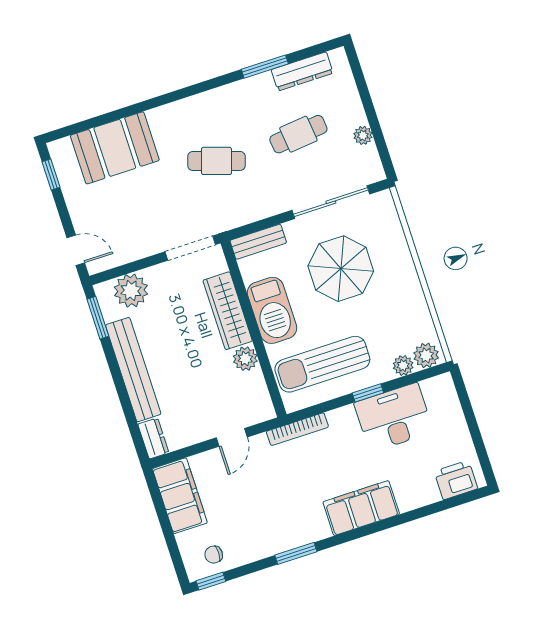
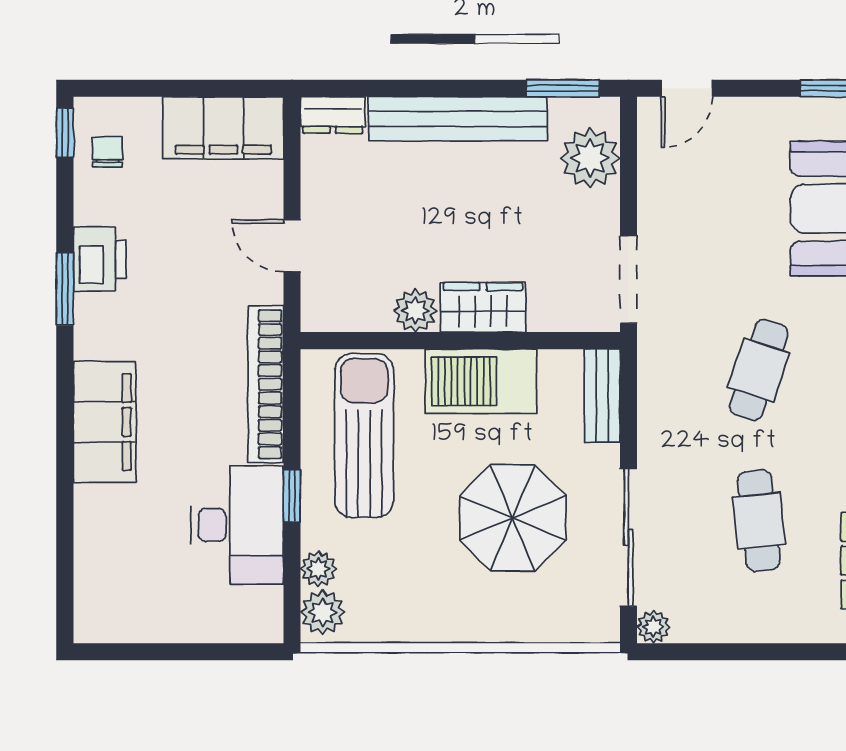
plant: (363, 135) -> (653, 627), moved
wardrobe: (228, 311) -> (483, 307), width x0.67
bookcase: (297, 429) -> (266, 384), width x1.48, depth x1.31
printer: (456, 480) -> (100, 259), moved

